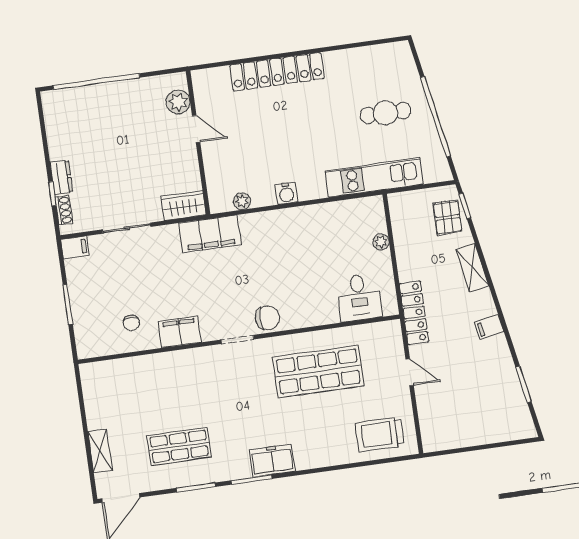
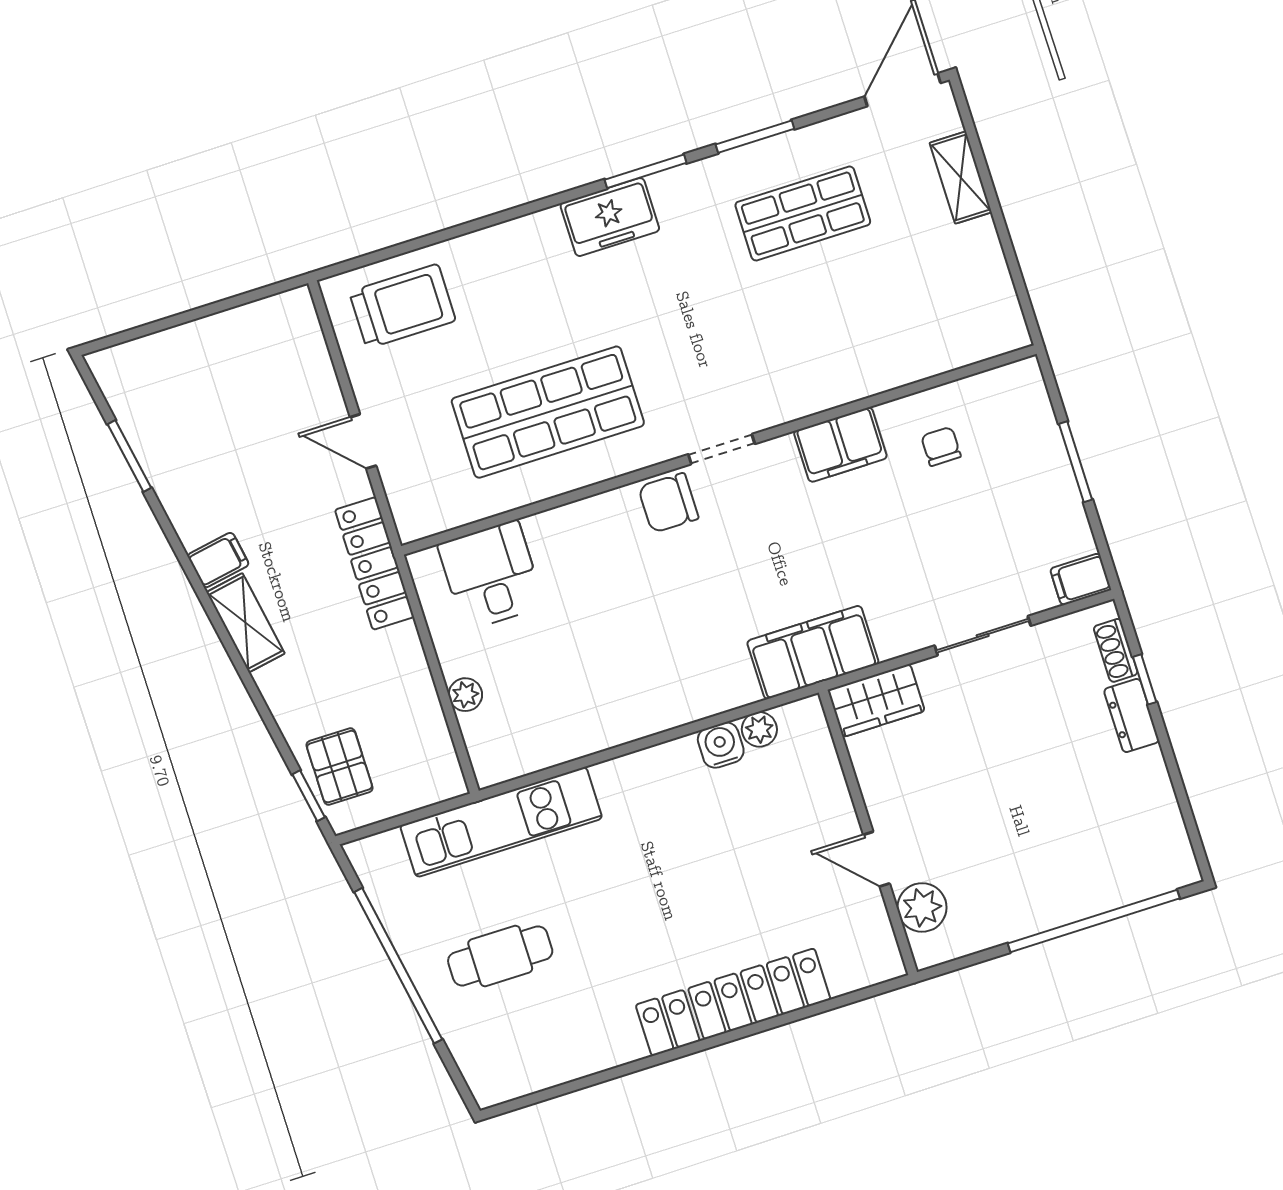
water cooler: (286, 193) -> (721, 745), moved
shelving: (472, 268) -> (246, 623), moved

